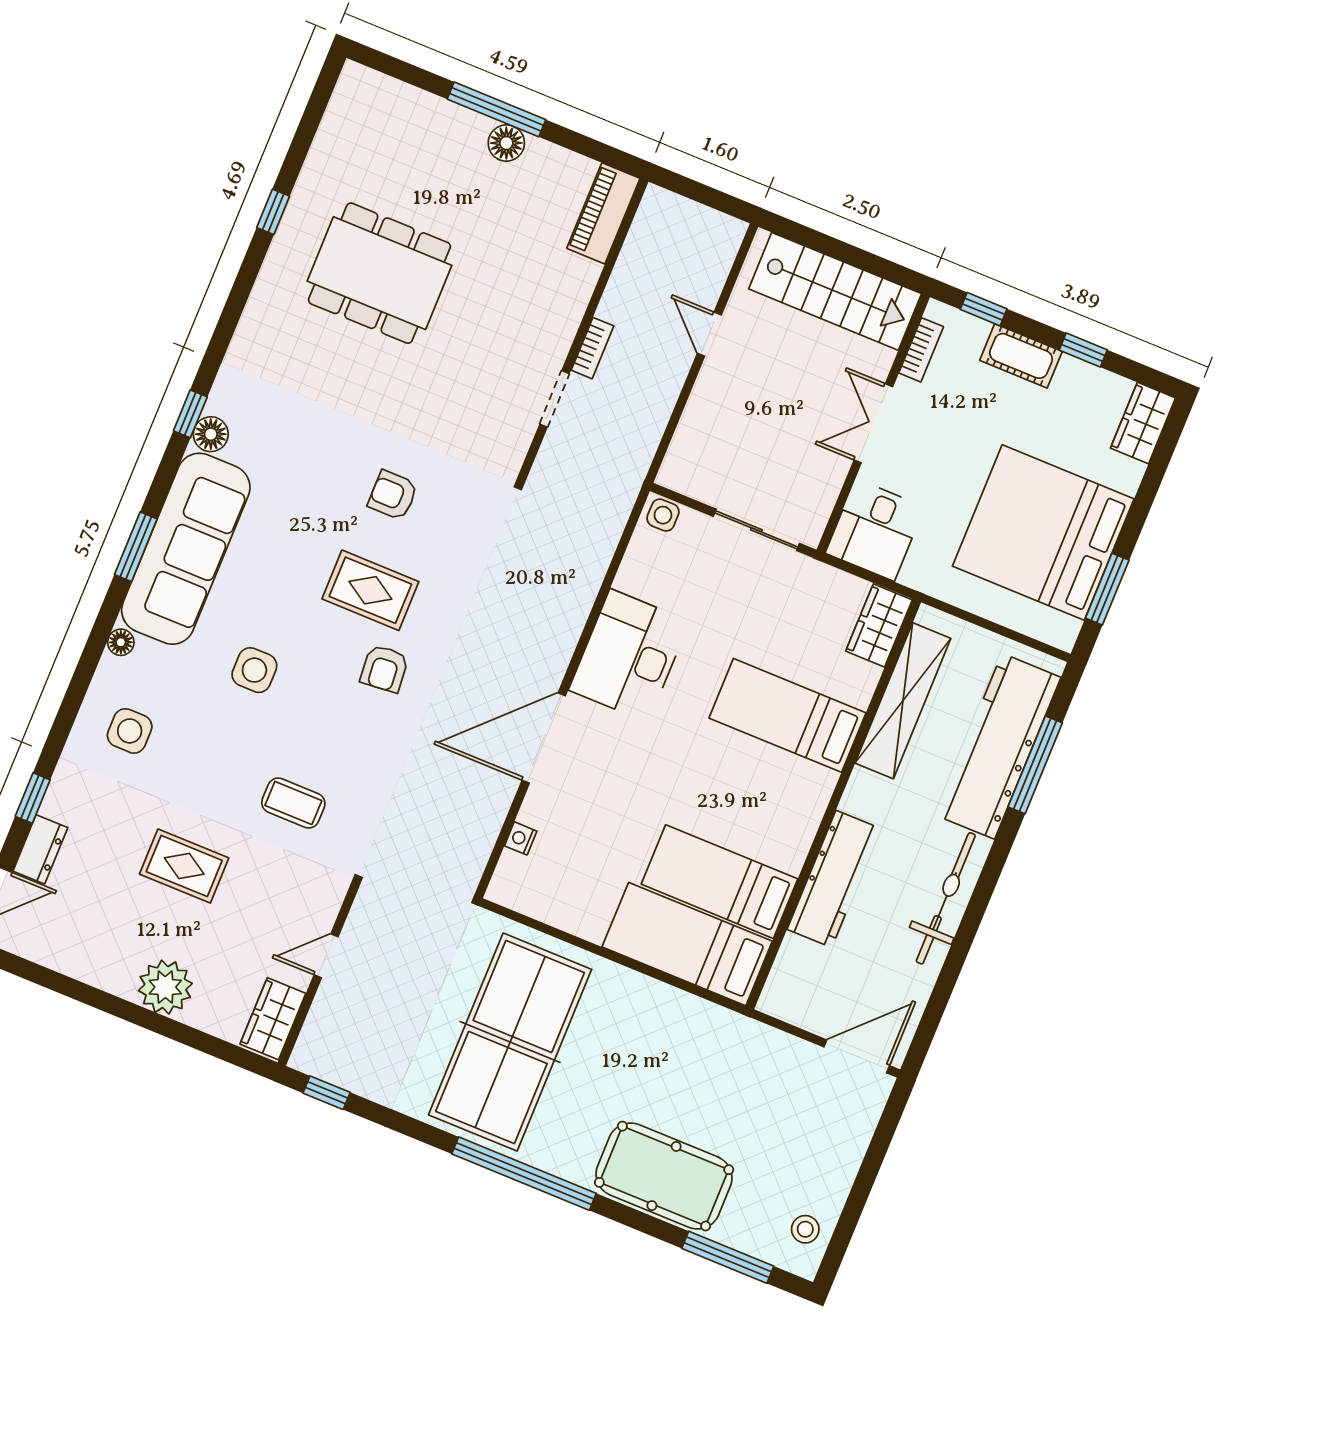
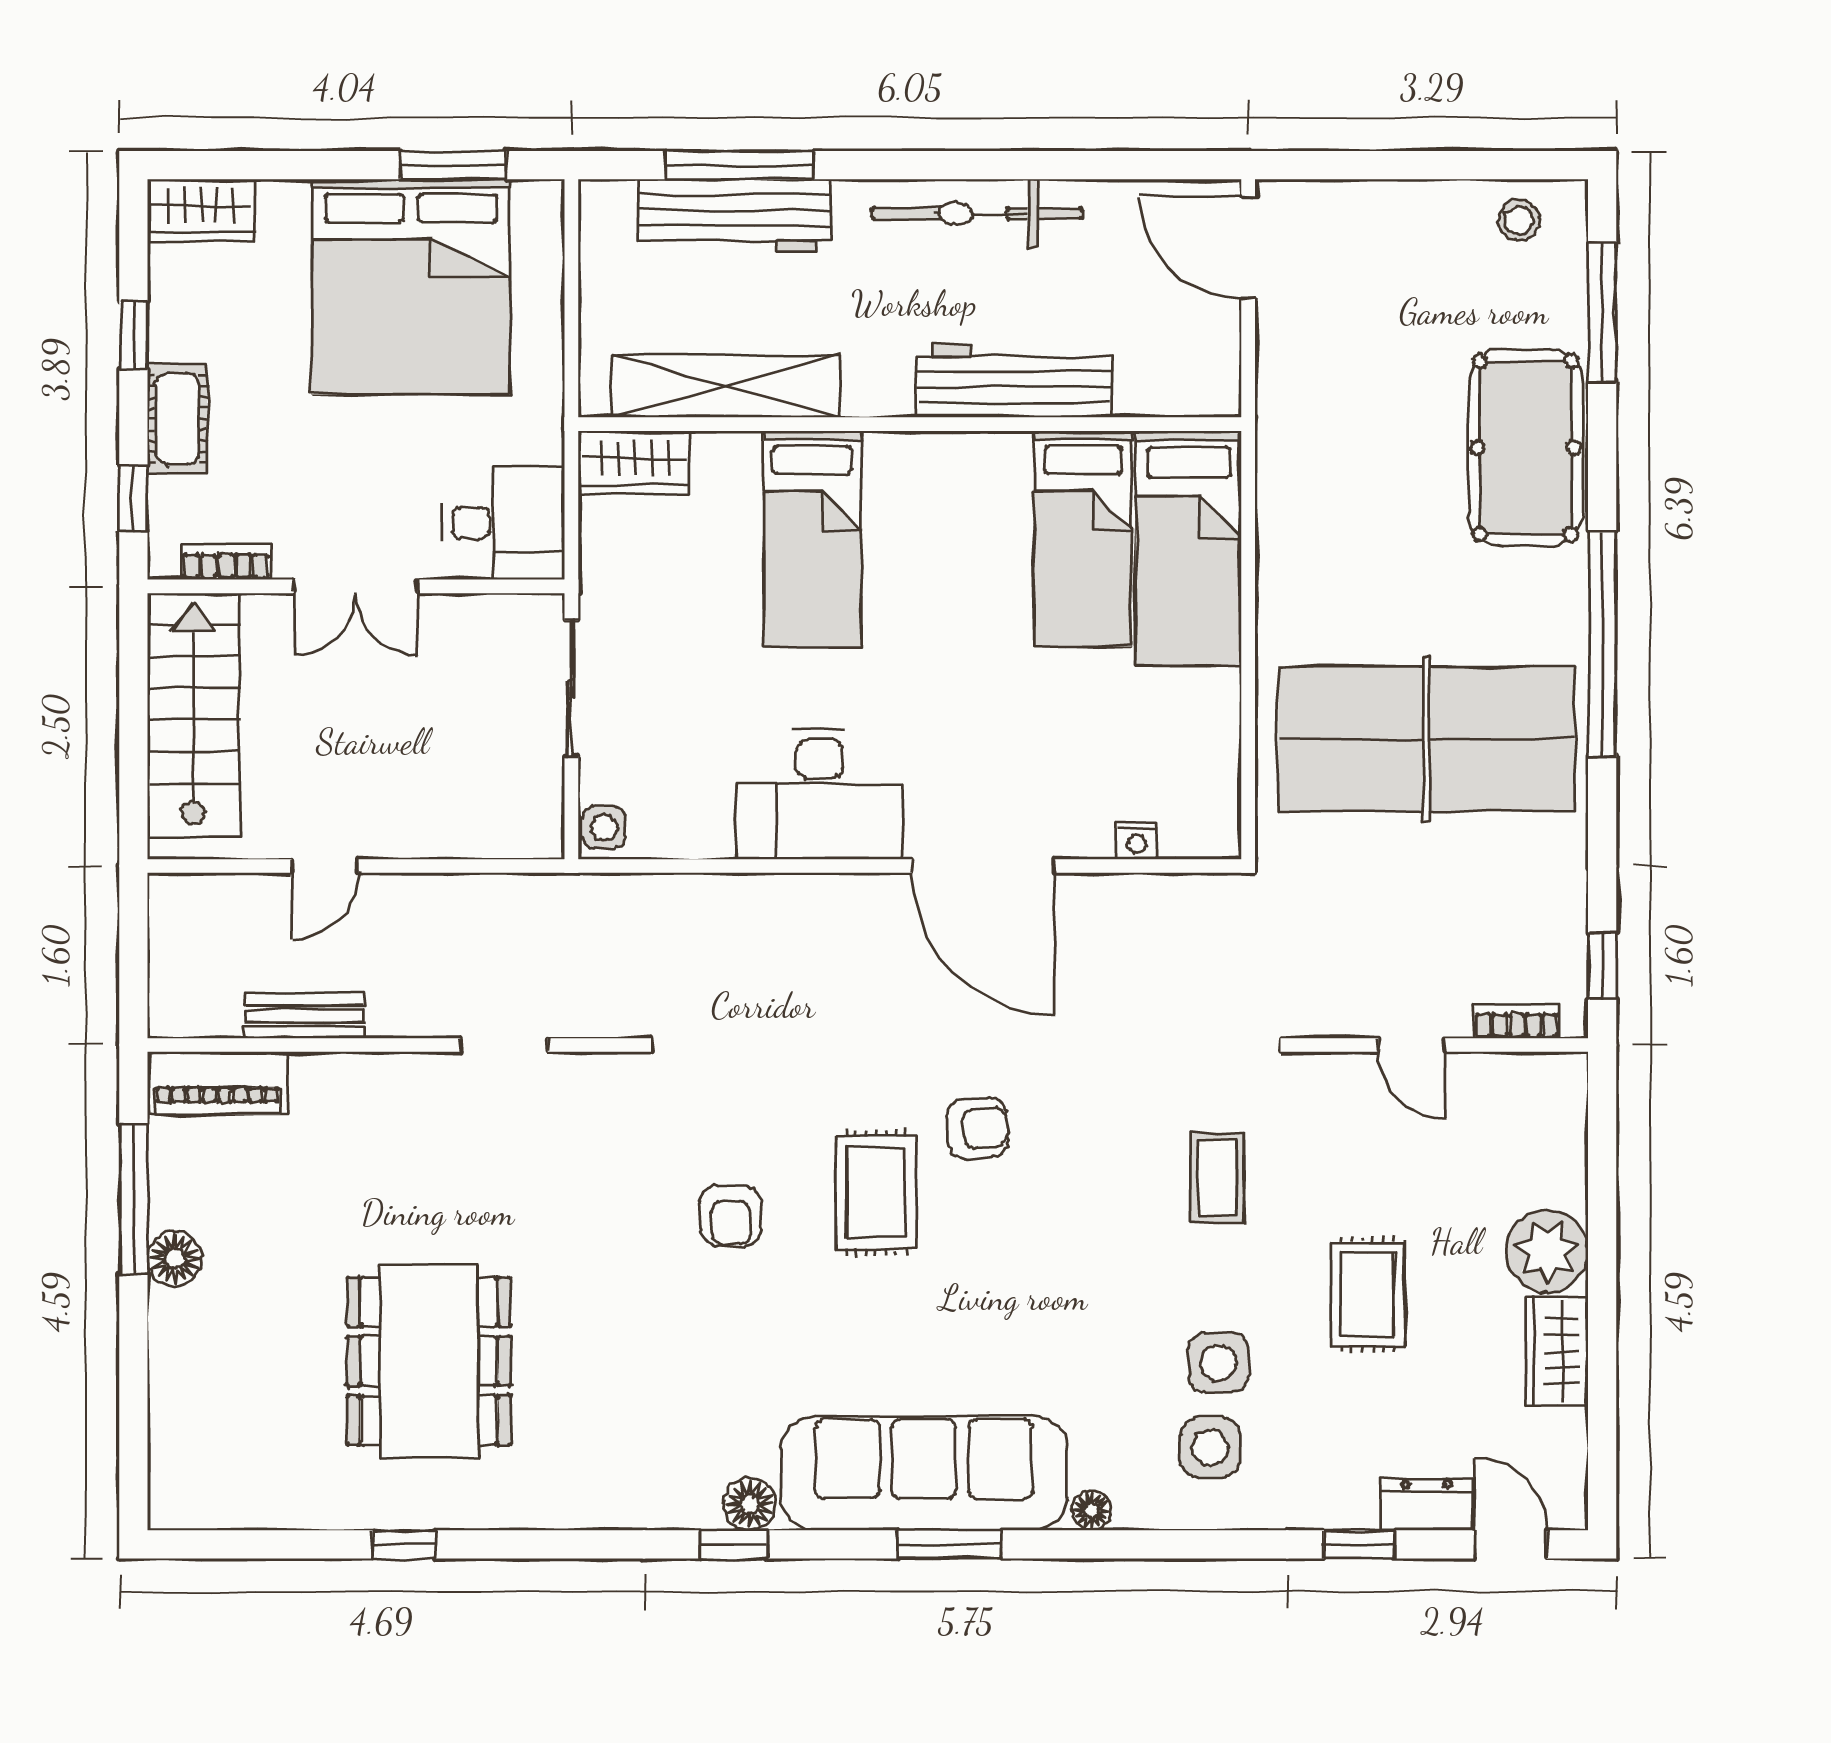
window: (496, 109) -> (133, 1199), moved
bench: (623, 284) -> (304, 1016), added
bookcase: (593, 348) -> (1517, 1021), moved
side table: (254, 670) -> (1218, 1363), moved
workbench: (998, 746) -> (735, 216), width x0.73, depth x0.76
wardrobe: (273, 1019) -> (1557, 1351), moved, turned 90

